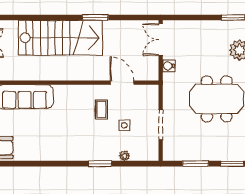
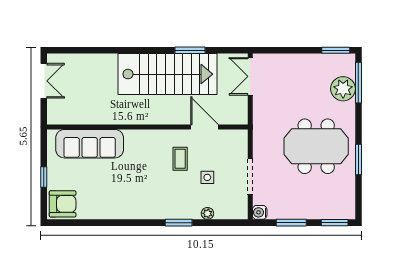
window: (95, 18) -> (190, 50), moved
stairs: (60, 38) -> (168, 74), moved
water cooler: (169, 66) -> (260, 212), moved

